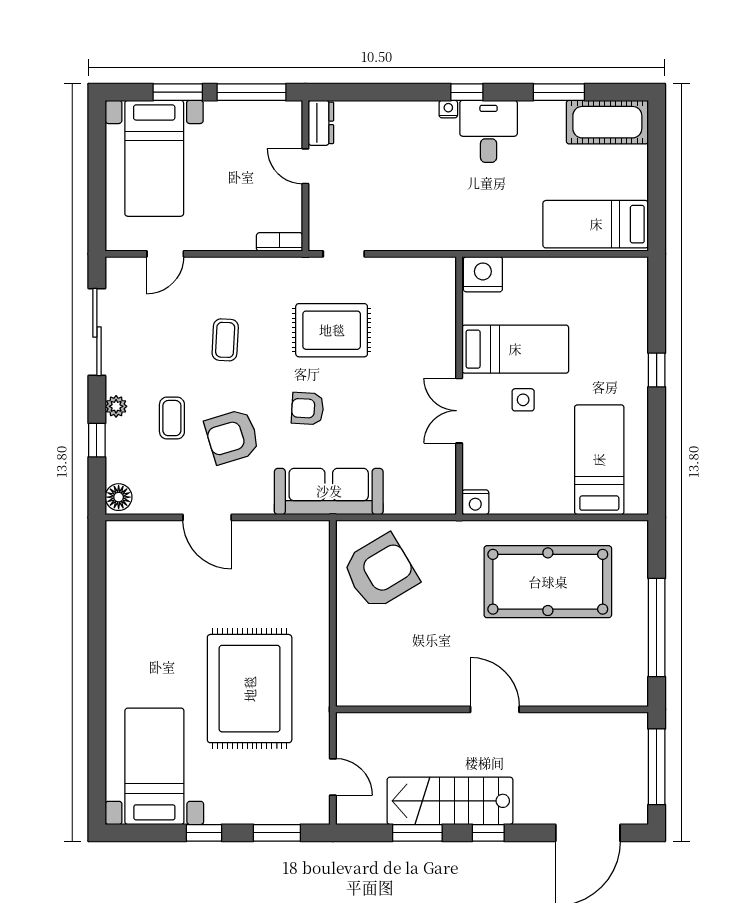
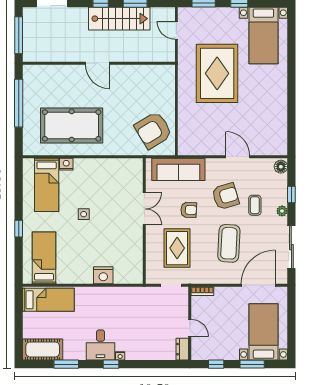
window: (251, 92) -> (216, 364), width x0.46
door: (165, 254) -> (258, 285), width x1.88
rug: (332, 330) -> (177, 248), turned 90
coffee table: (225, 340) -> (229, 243), width x1.86, depth x1.72
bed: (515, 349) -> (44, 258), moved, turned 90
wall: (459, 386) -> (144, 221), moved
double door: (459, 411) -> (144, 209), moved
nightstand: (475, 502) -> (66, 164), moved

